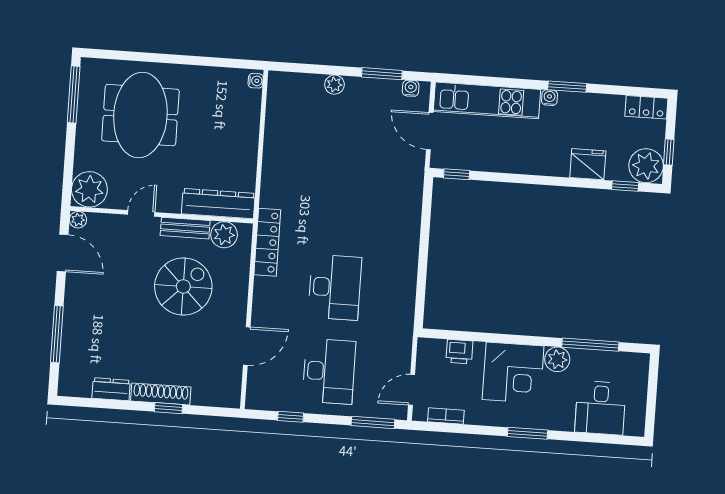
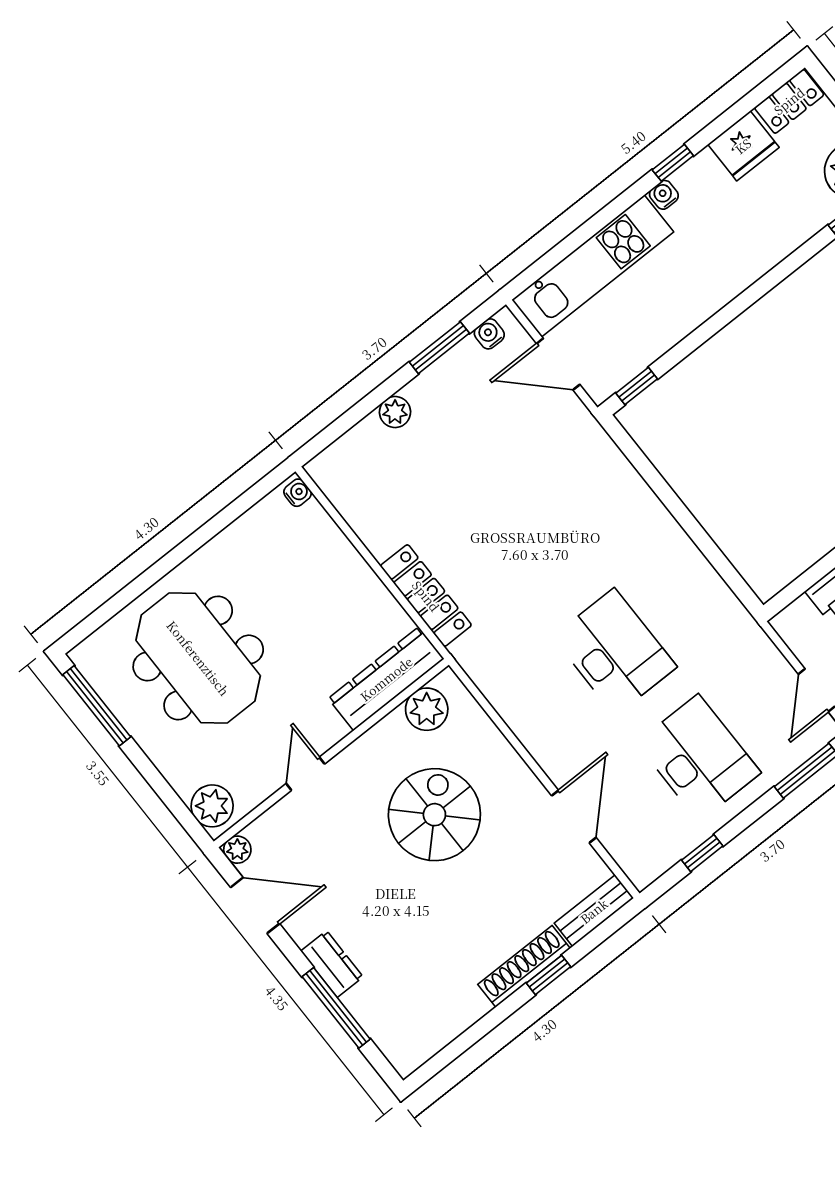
window: (567, 87) -> (673, 163), width x0.67
fridge: (588, 164) -> (743, 146), moved, turned 180
plant: (89, 189) -> (212, 806), width x0.73, depth x0.73
bench: (185, 228) -> (594, 911), moved
locker: (267, 242) -> (426, 596), moved
dresser: (111, 389) -> (332, 964), moved, turned 90

